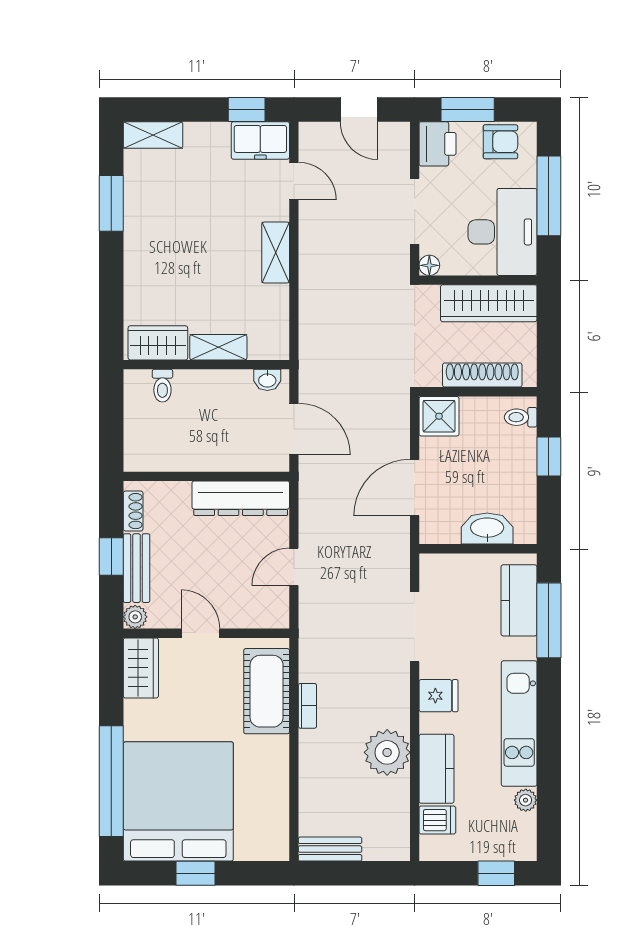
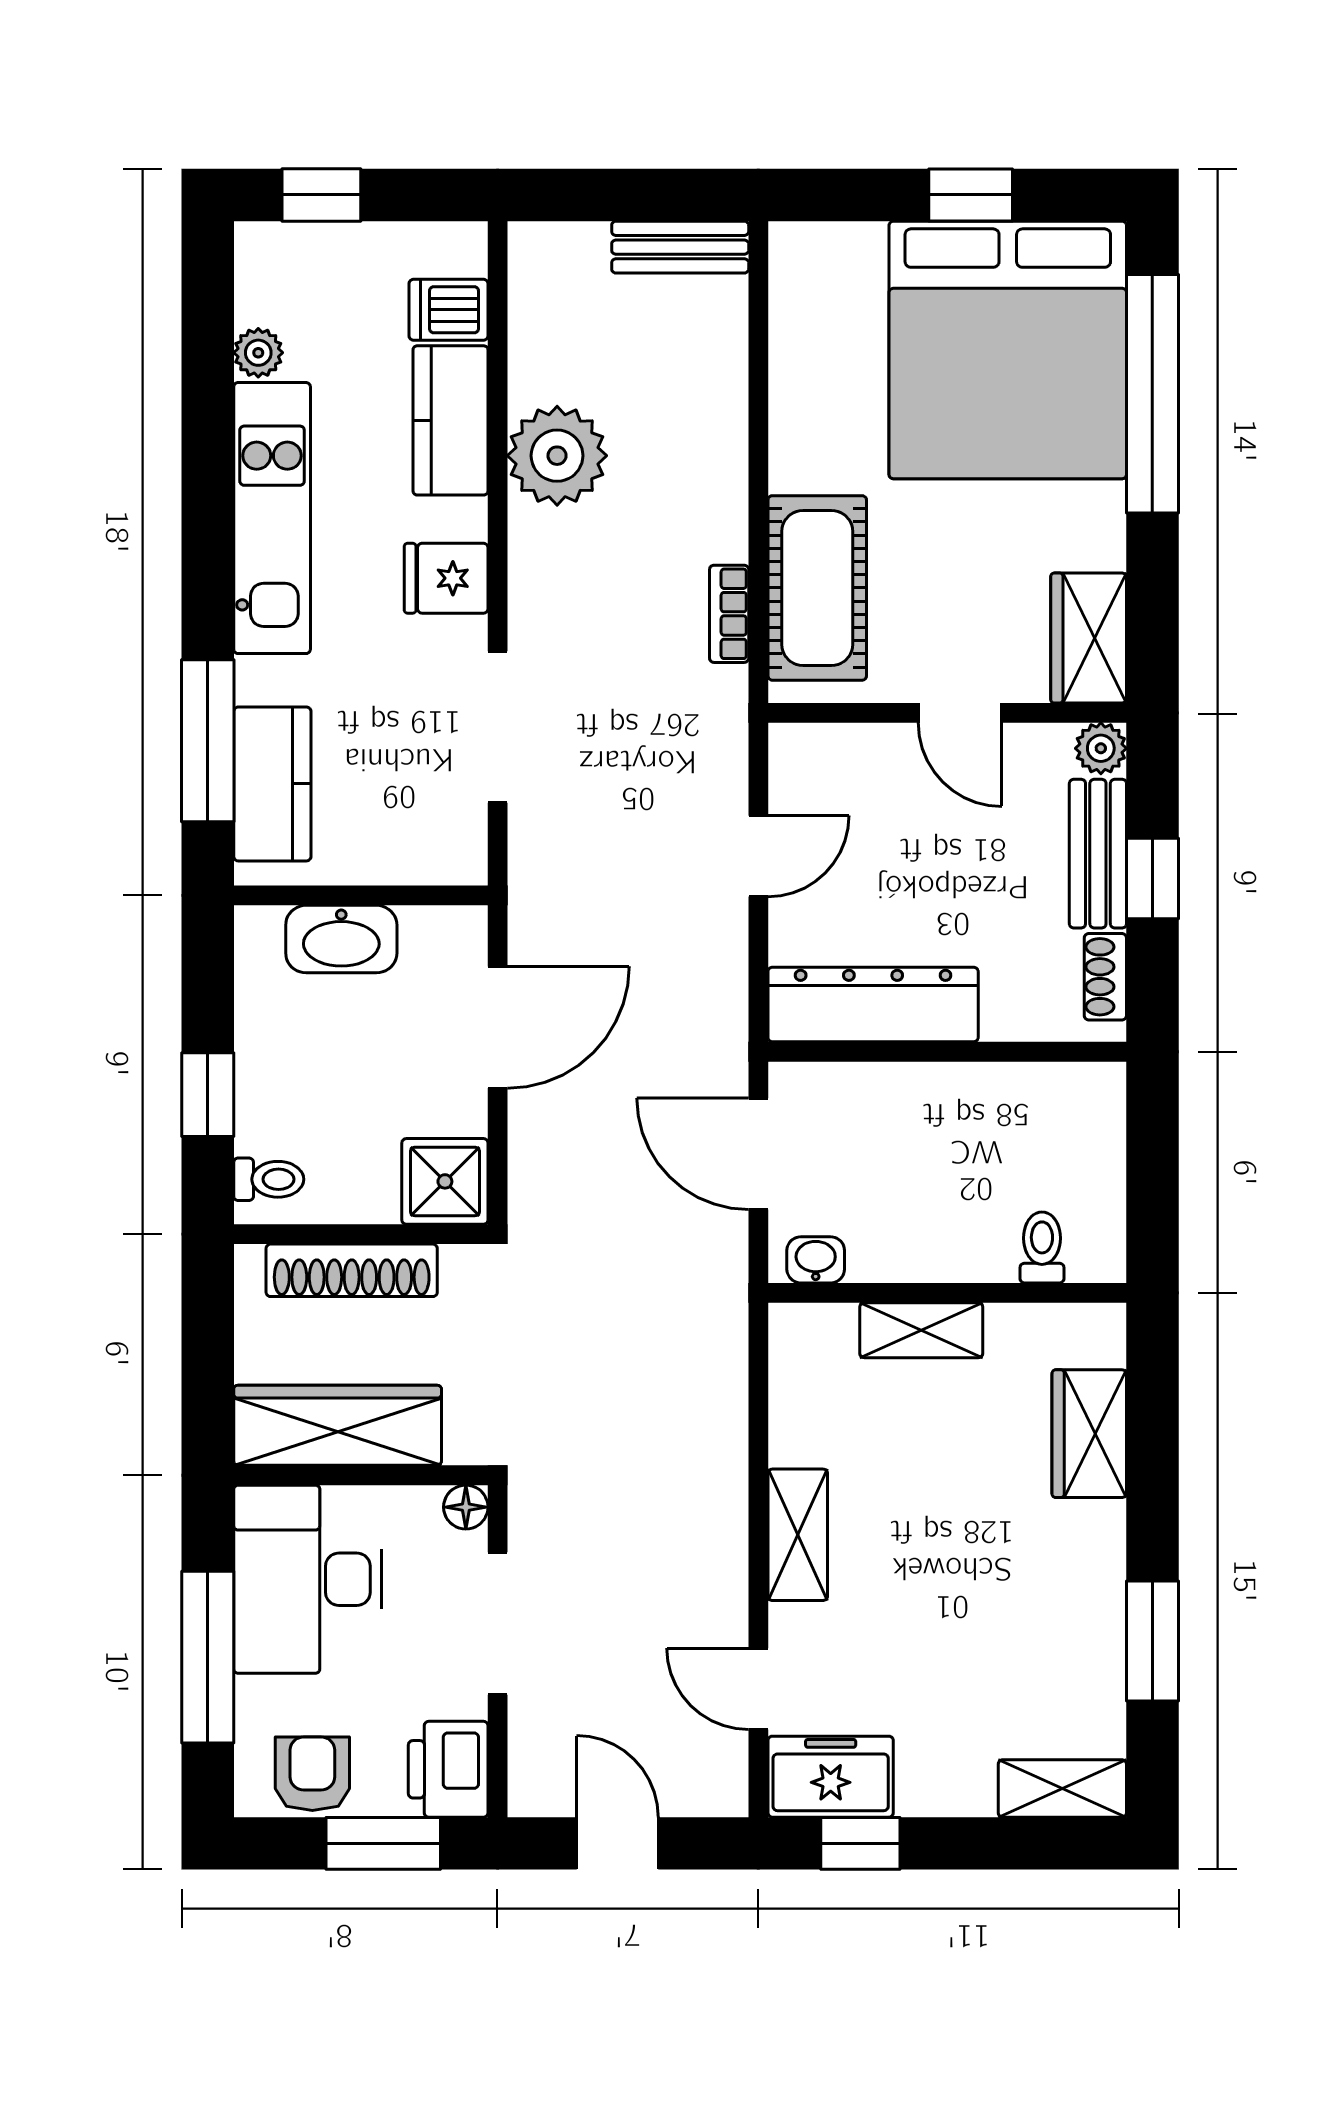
armchair: (500, 142) -> (312, 1774), turned 90
wardrobe: (158, 343) -> (1089, 1434), moved, turned 90
bookcase: (307, 706) -> (729, 614), moved

